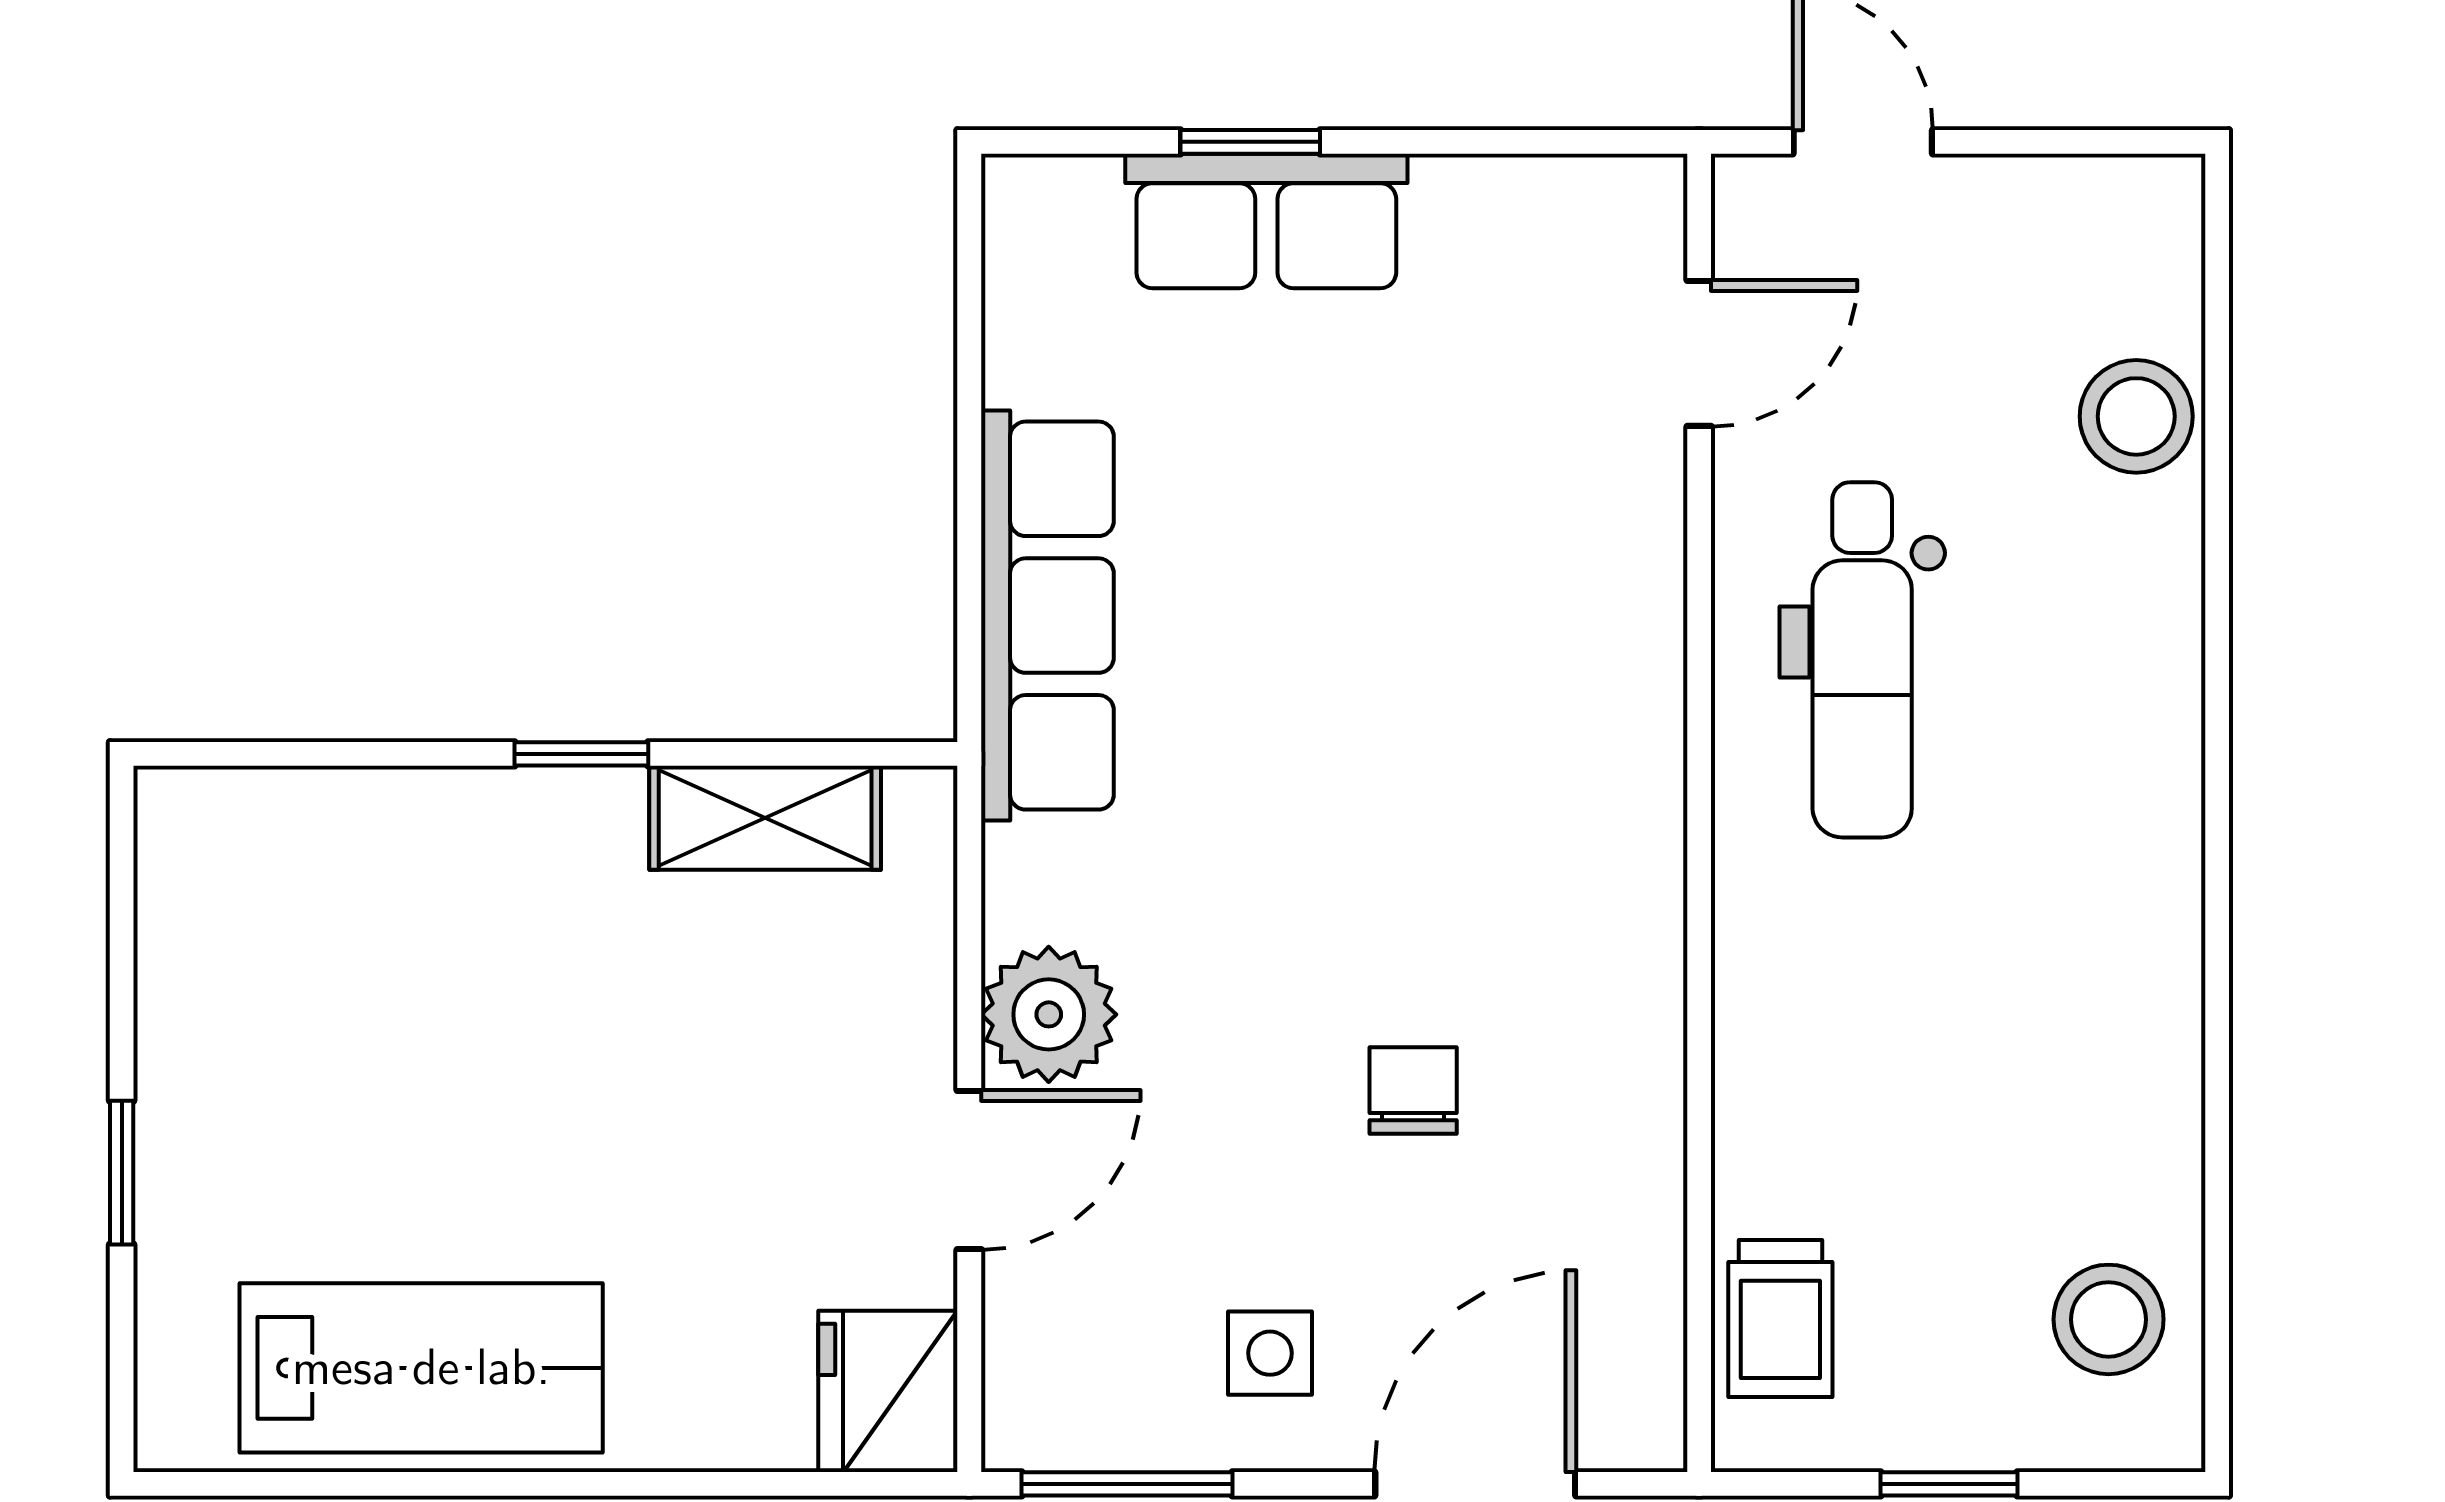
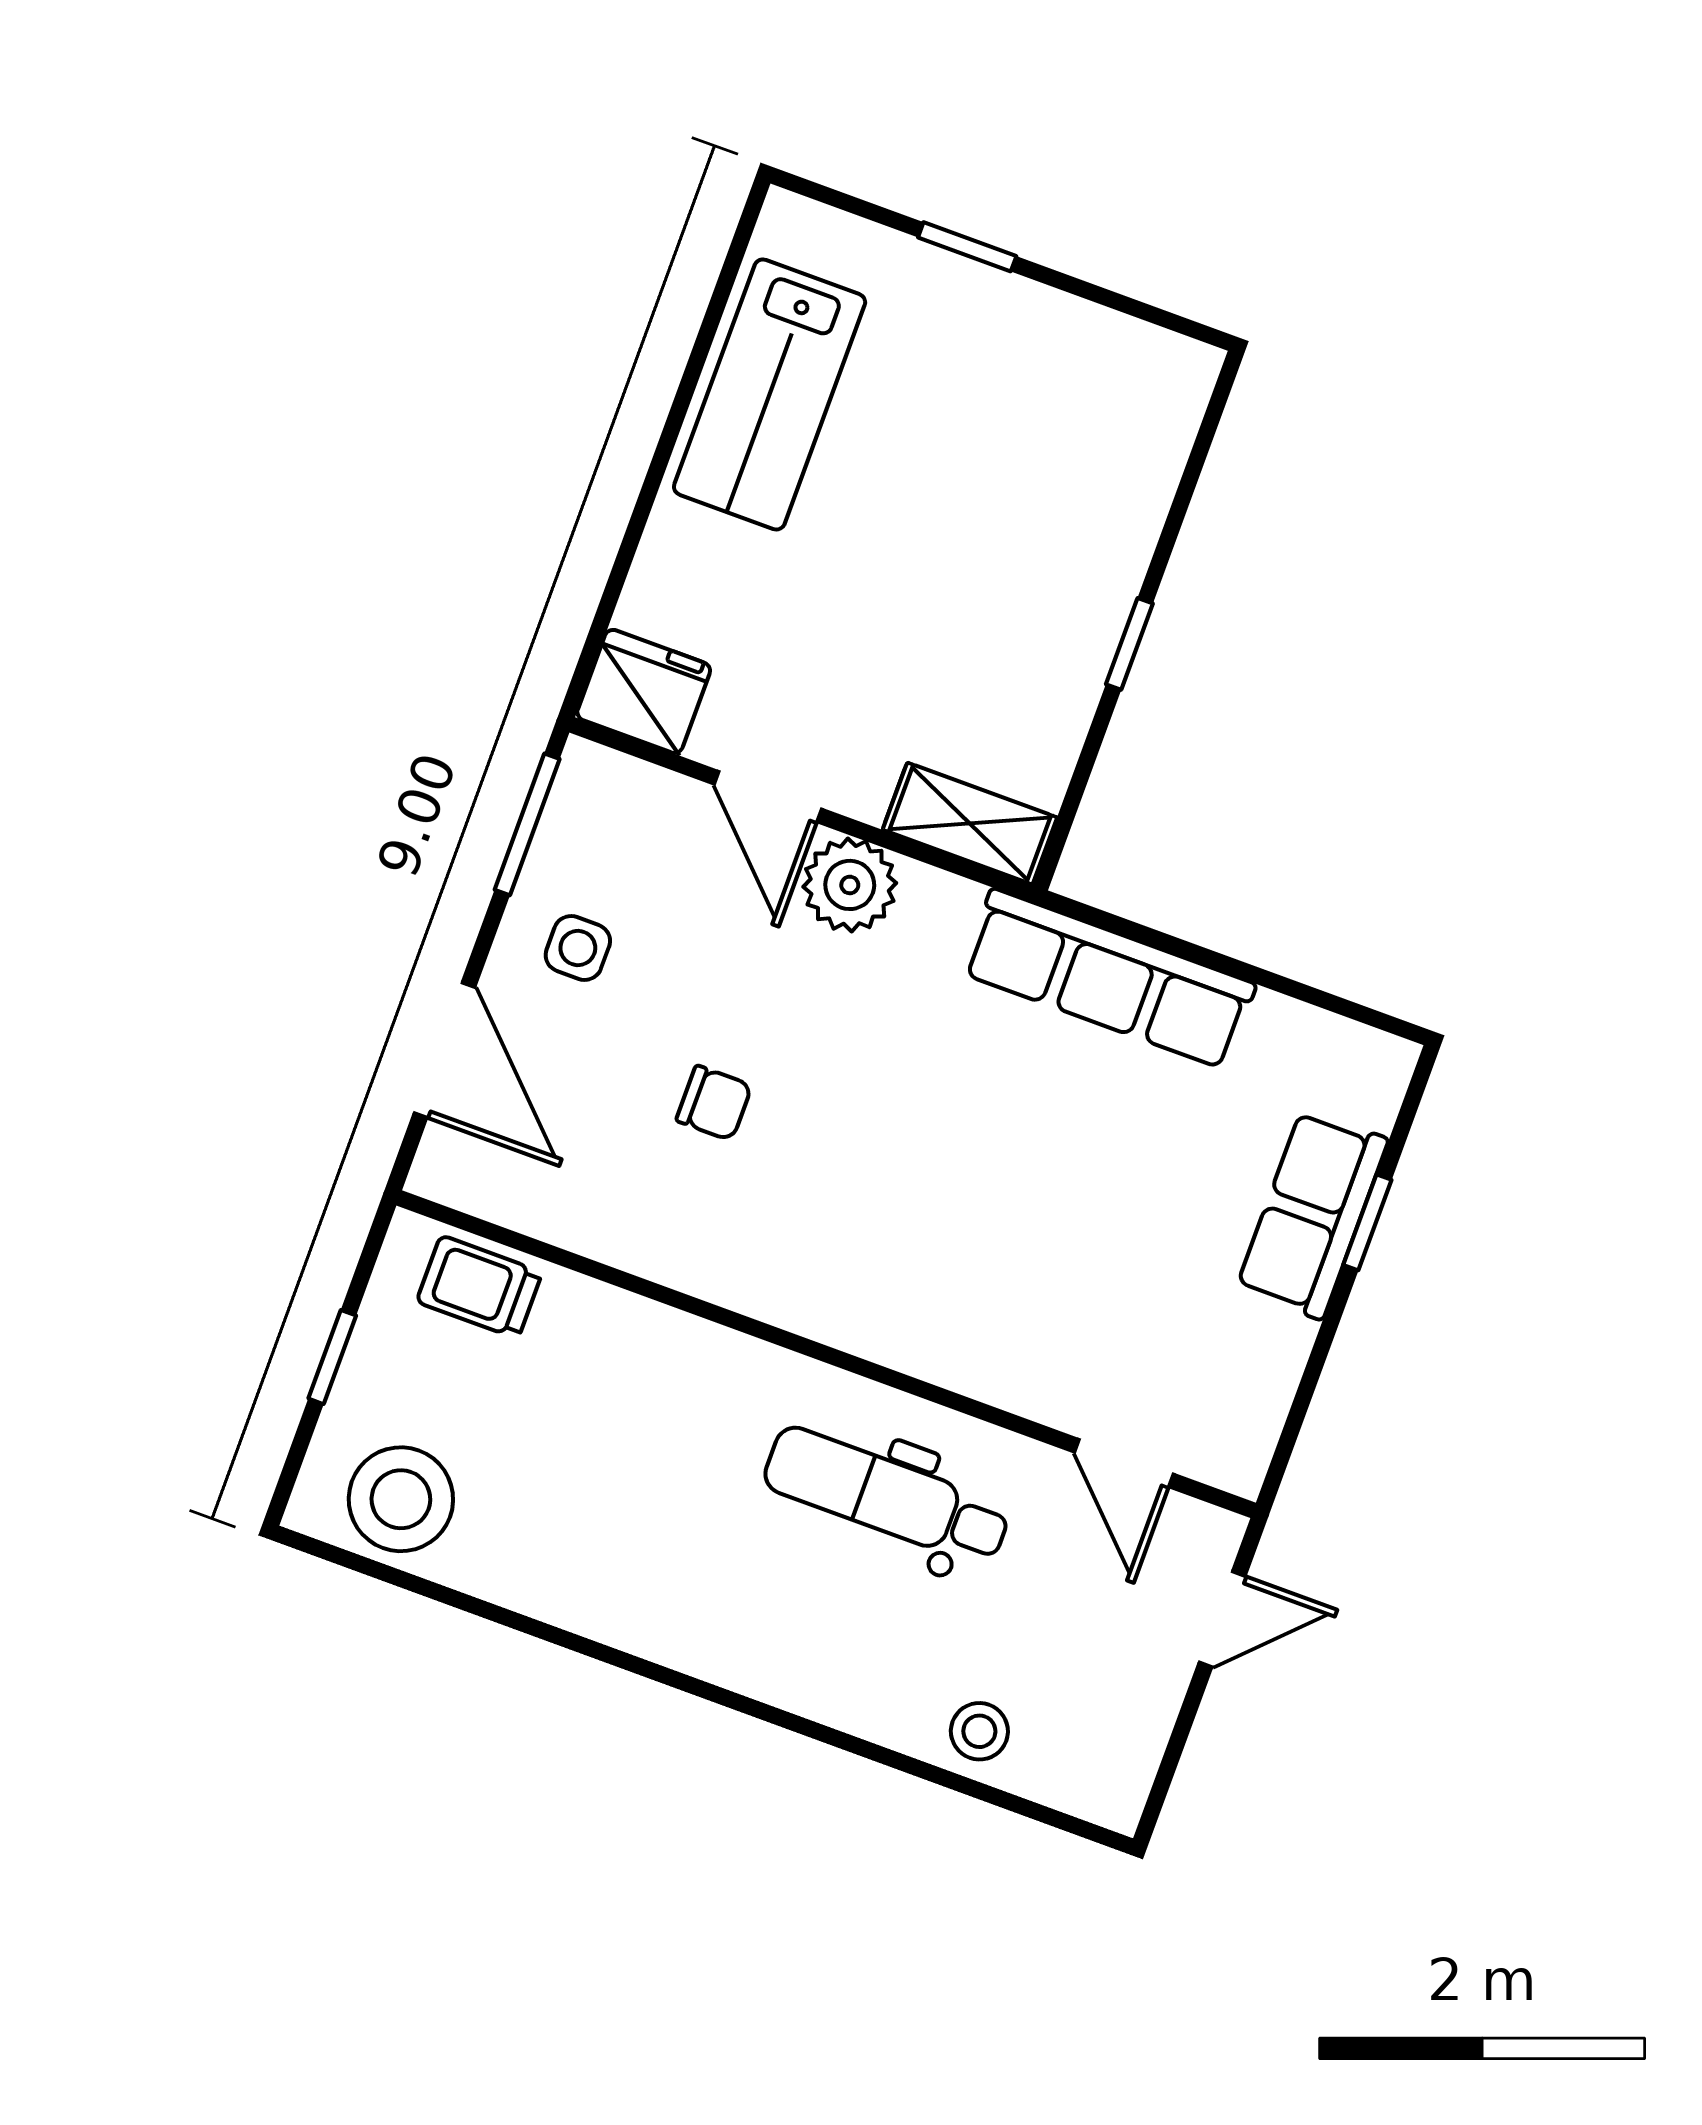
stool: (2136, 416) -> (979, 1731), width x0.73, depth x0.73
shelving: (765, 818) -> (970, 824), moved, turned 90
stool: (2109, 1319) -> (401, 1499), width x1.38, depth x1.38

